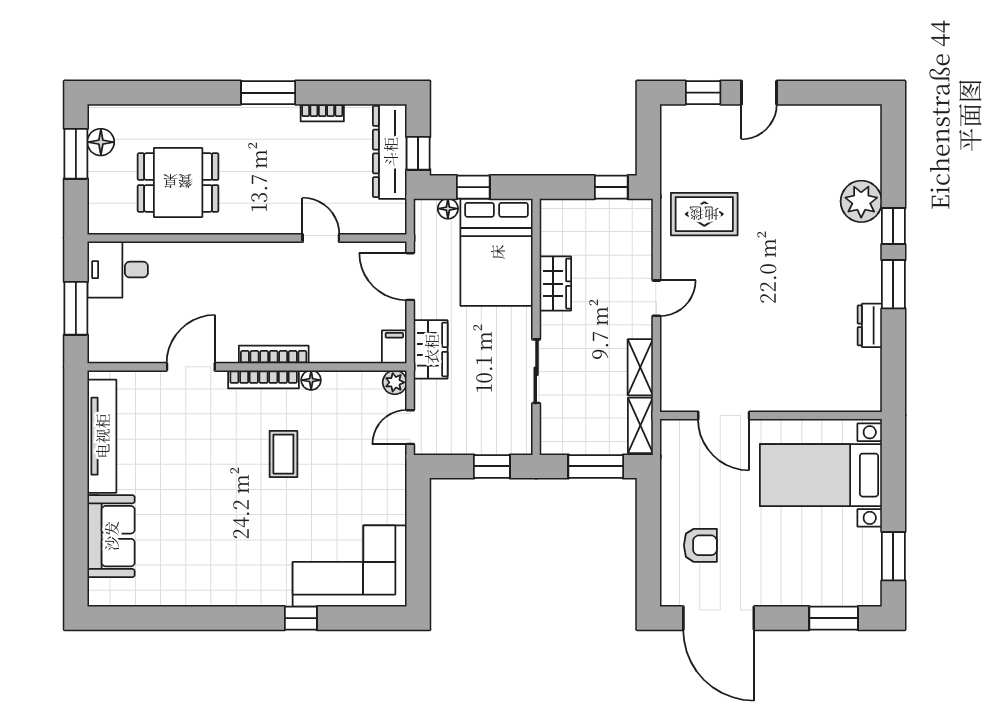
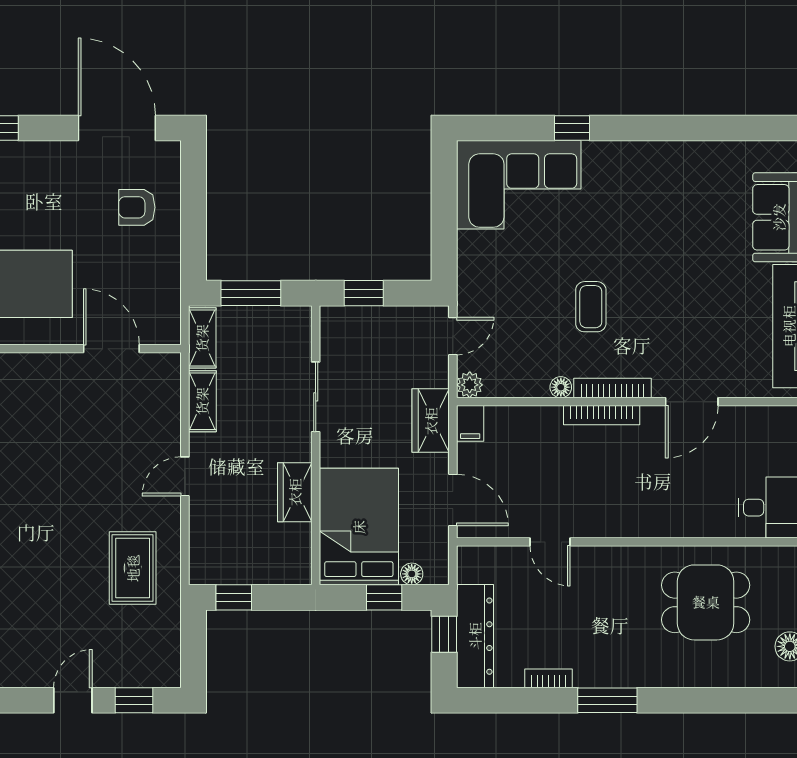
rug: (704, 214) -> (133, 568), turned 90

